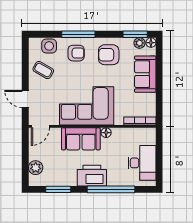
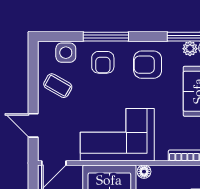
armchair: (76, 53) -> (103, 62), turned 90

